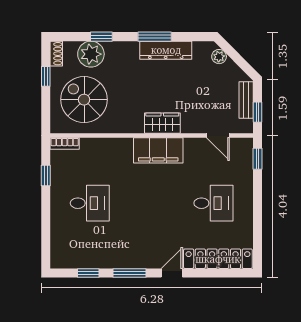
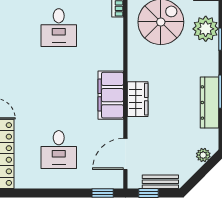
door: (218, 136) -> (125, 154), width x1.38

